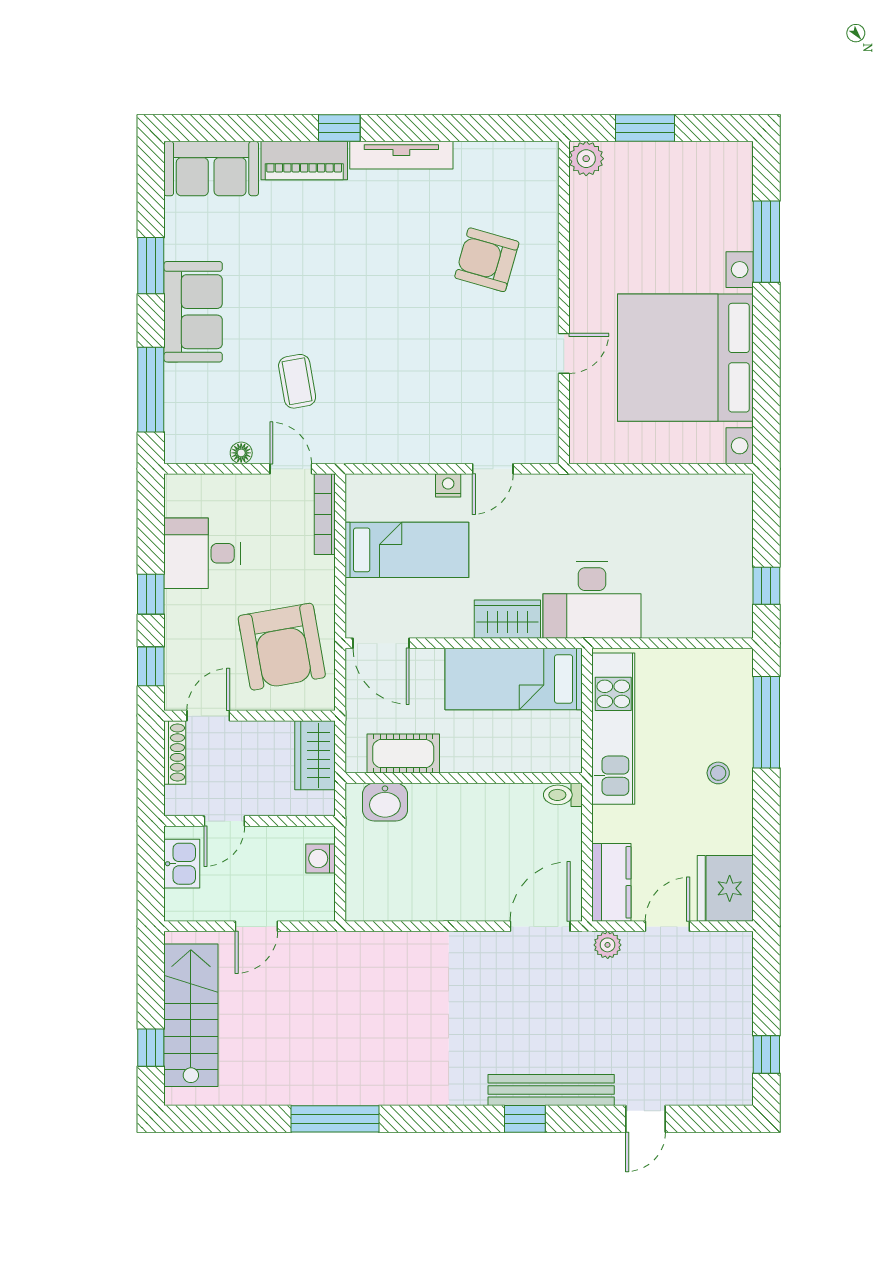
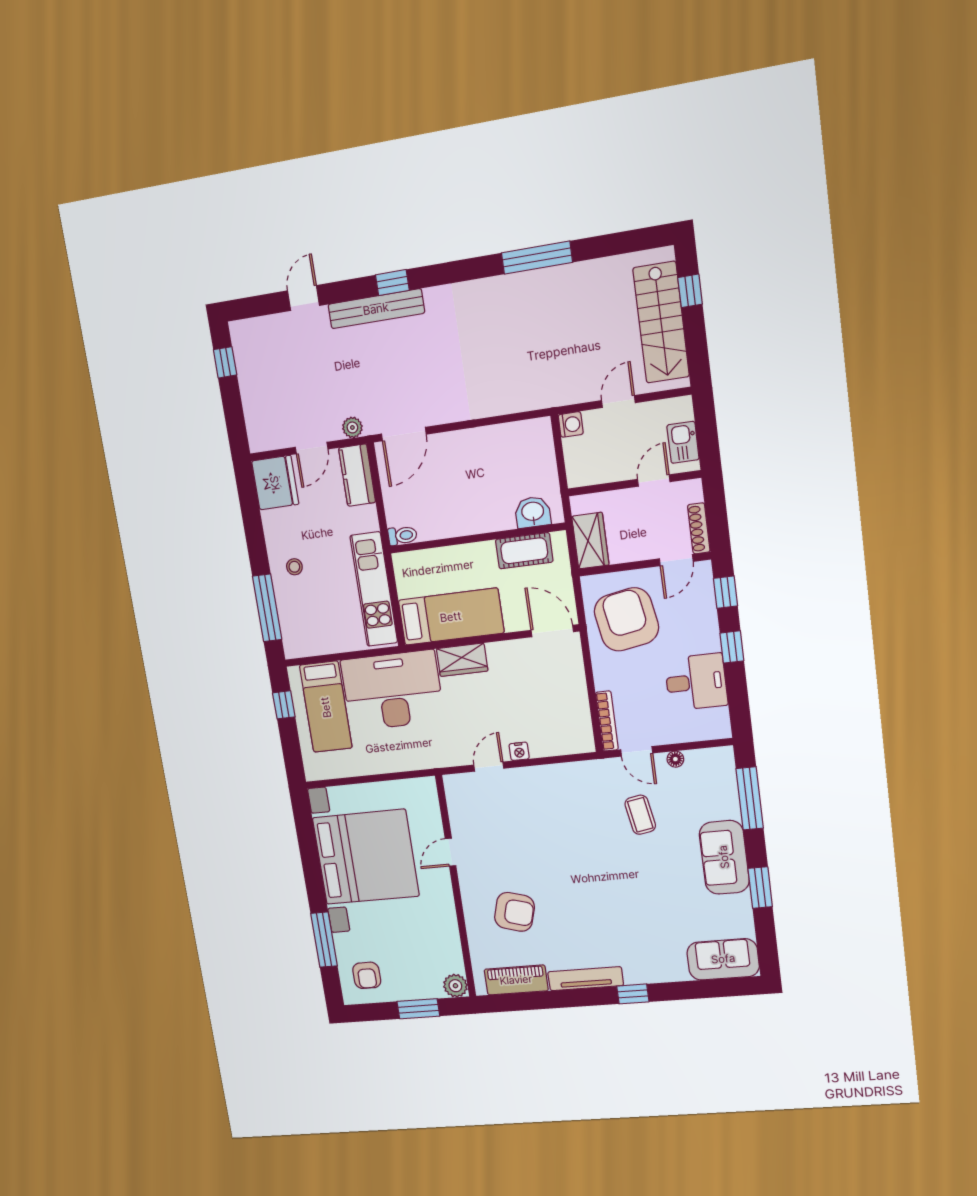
piano: (304, 161) -> (516, 980), moved
armchair: (712, 184) -> (367, 975), added
bed: (407, 550) -> (326, 707), moved, turned -90
desk: (592, 600) -> (392, 690), width x1.36, depth x1.30
washing machine: (321, 858) -> (571, 424), moved

